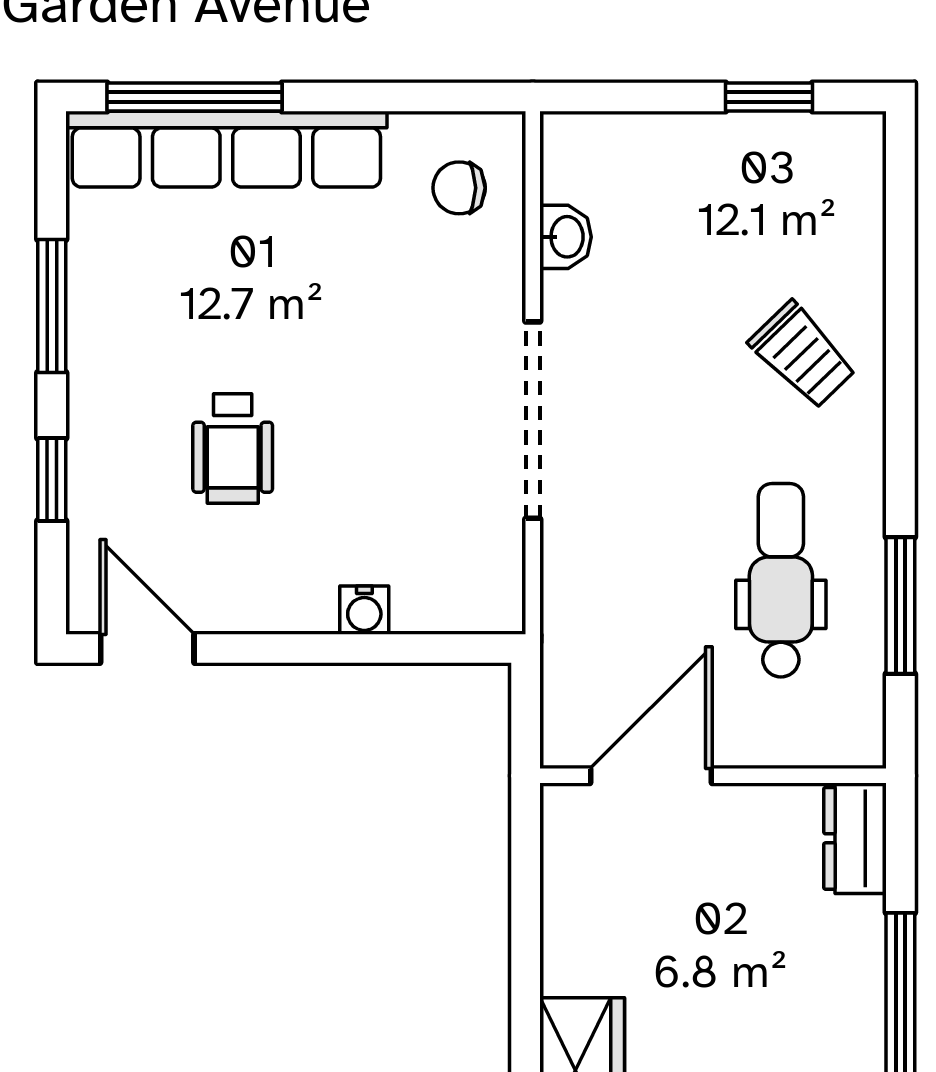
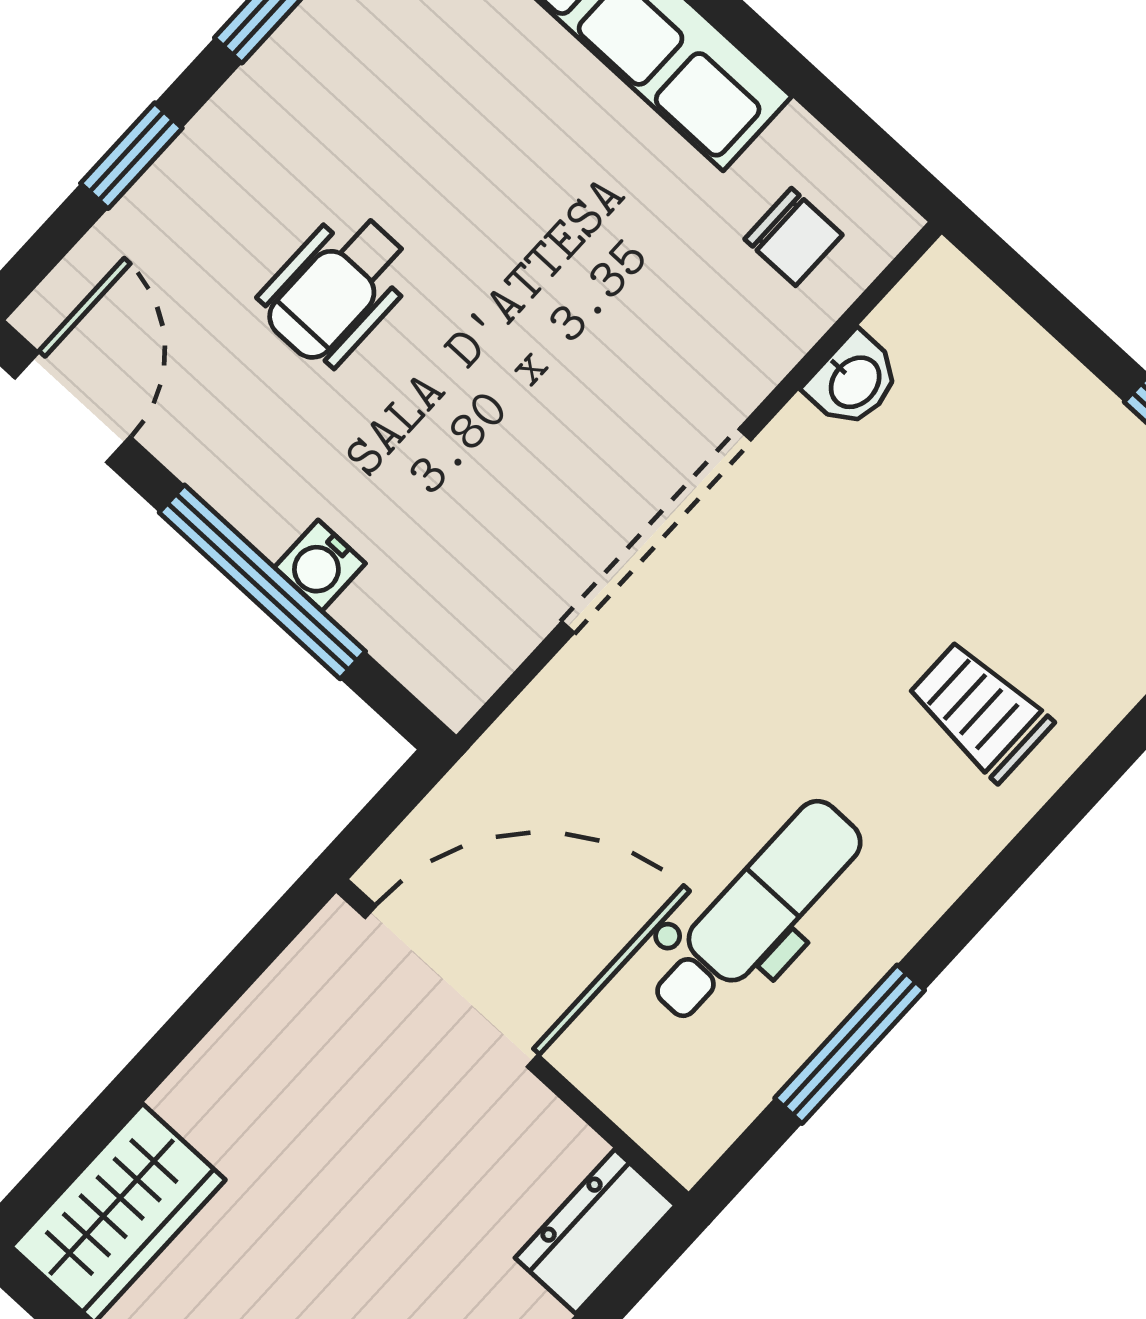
chair: (459, 188) -> (794, 237), turned 180
trolley: (803, 355) -> (980, 710), turned 134
window: (341, 649) -> (262, 582), added
door: (651, 776) -> (452, 986), width x1.36

